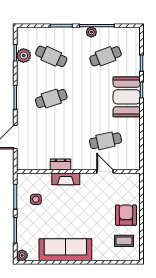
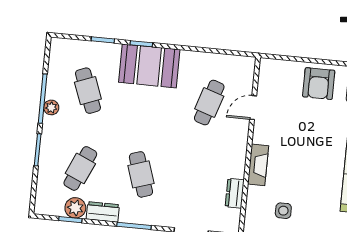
dresser: (23, 75) -> (103, 212), added
cafe table: (105, 141) -> (209, 103), turned 30
dresser: (61, 165) -> (235, 193), moved
armchair: (126, 215) -> (319, 84), turned -90

